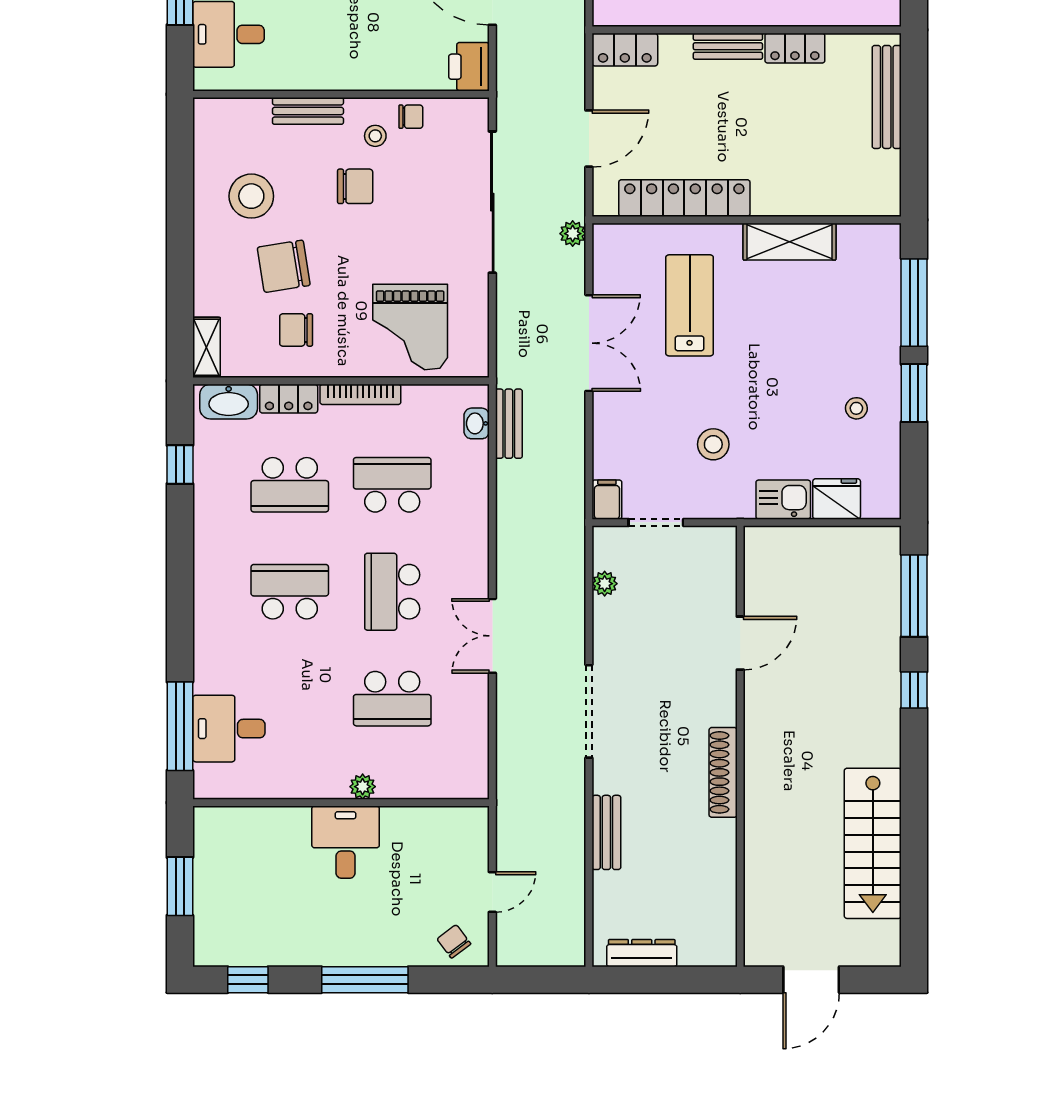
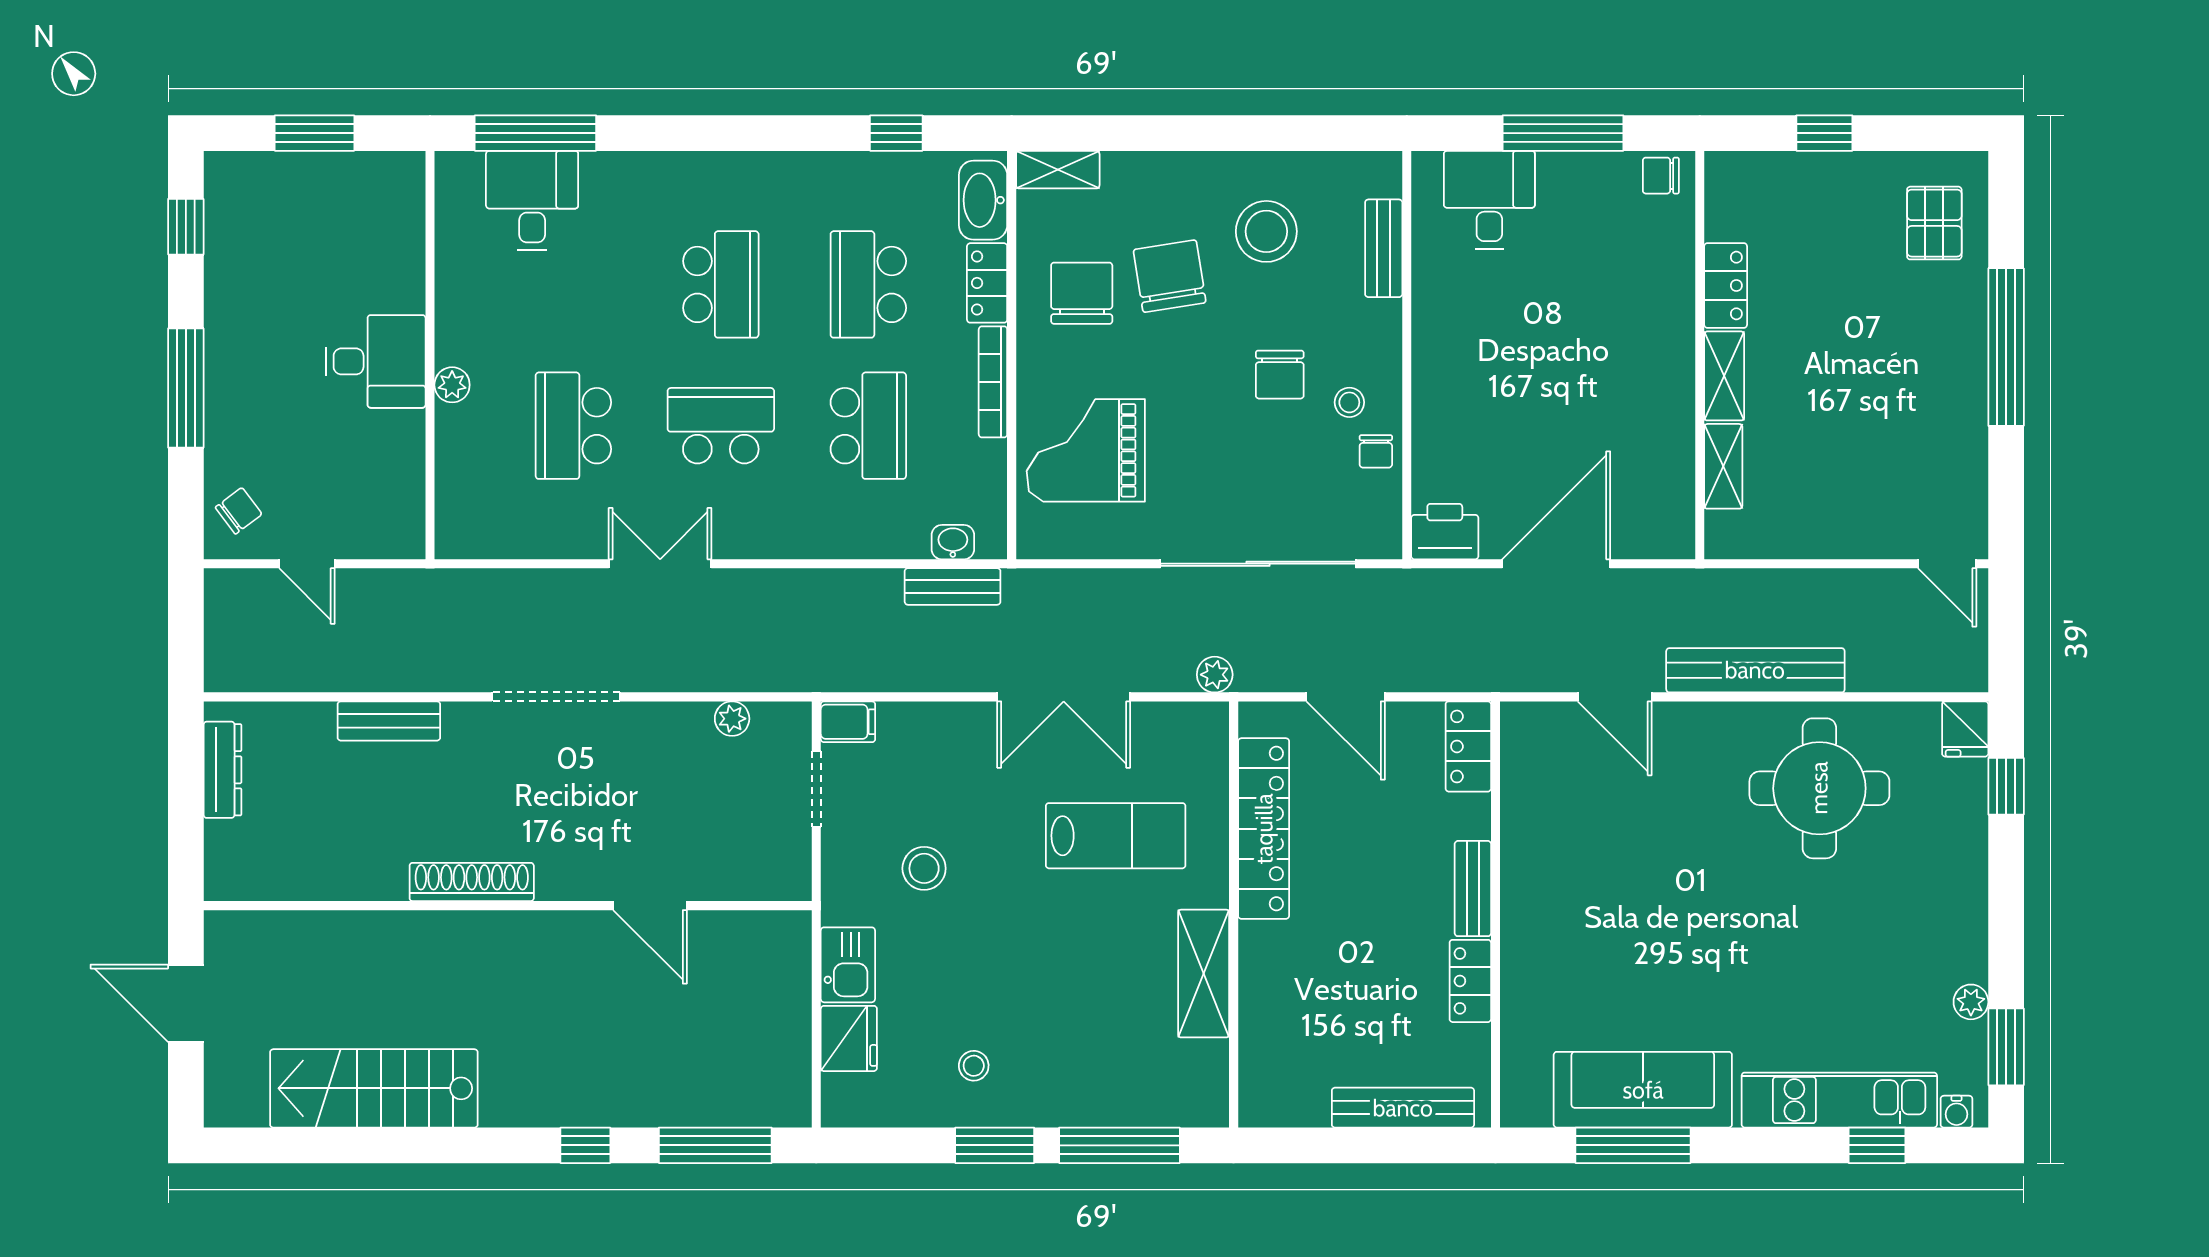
bench: (308, 111) -> (1384, 248), moved
chair: (296, 330) -> (1082, 293), width x1.37, depth x1.37

